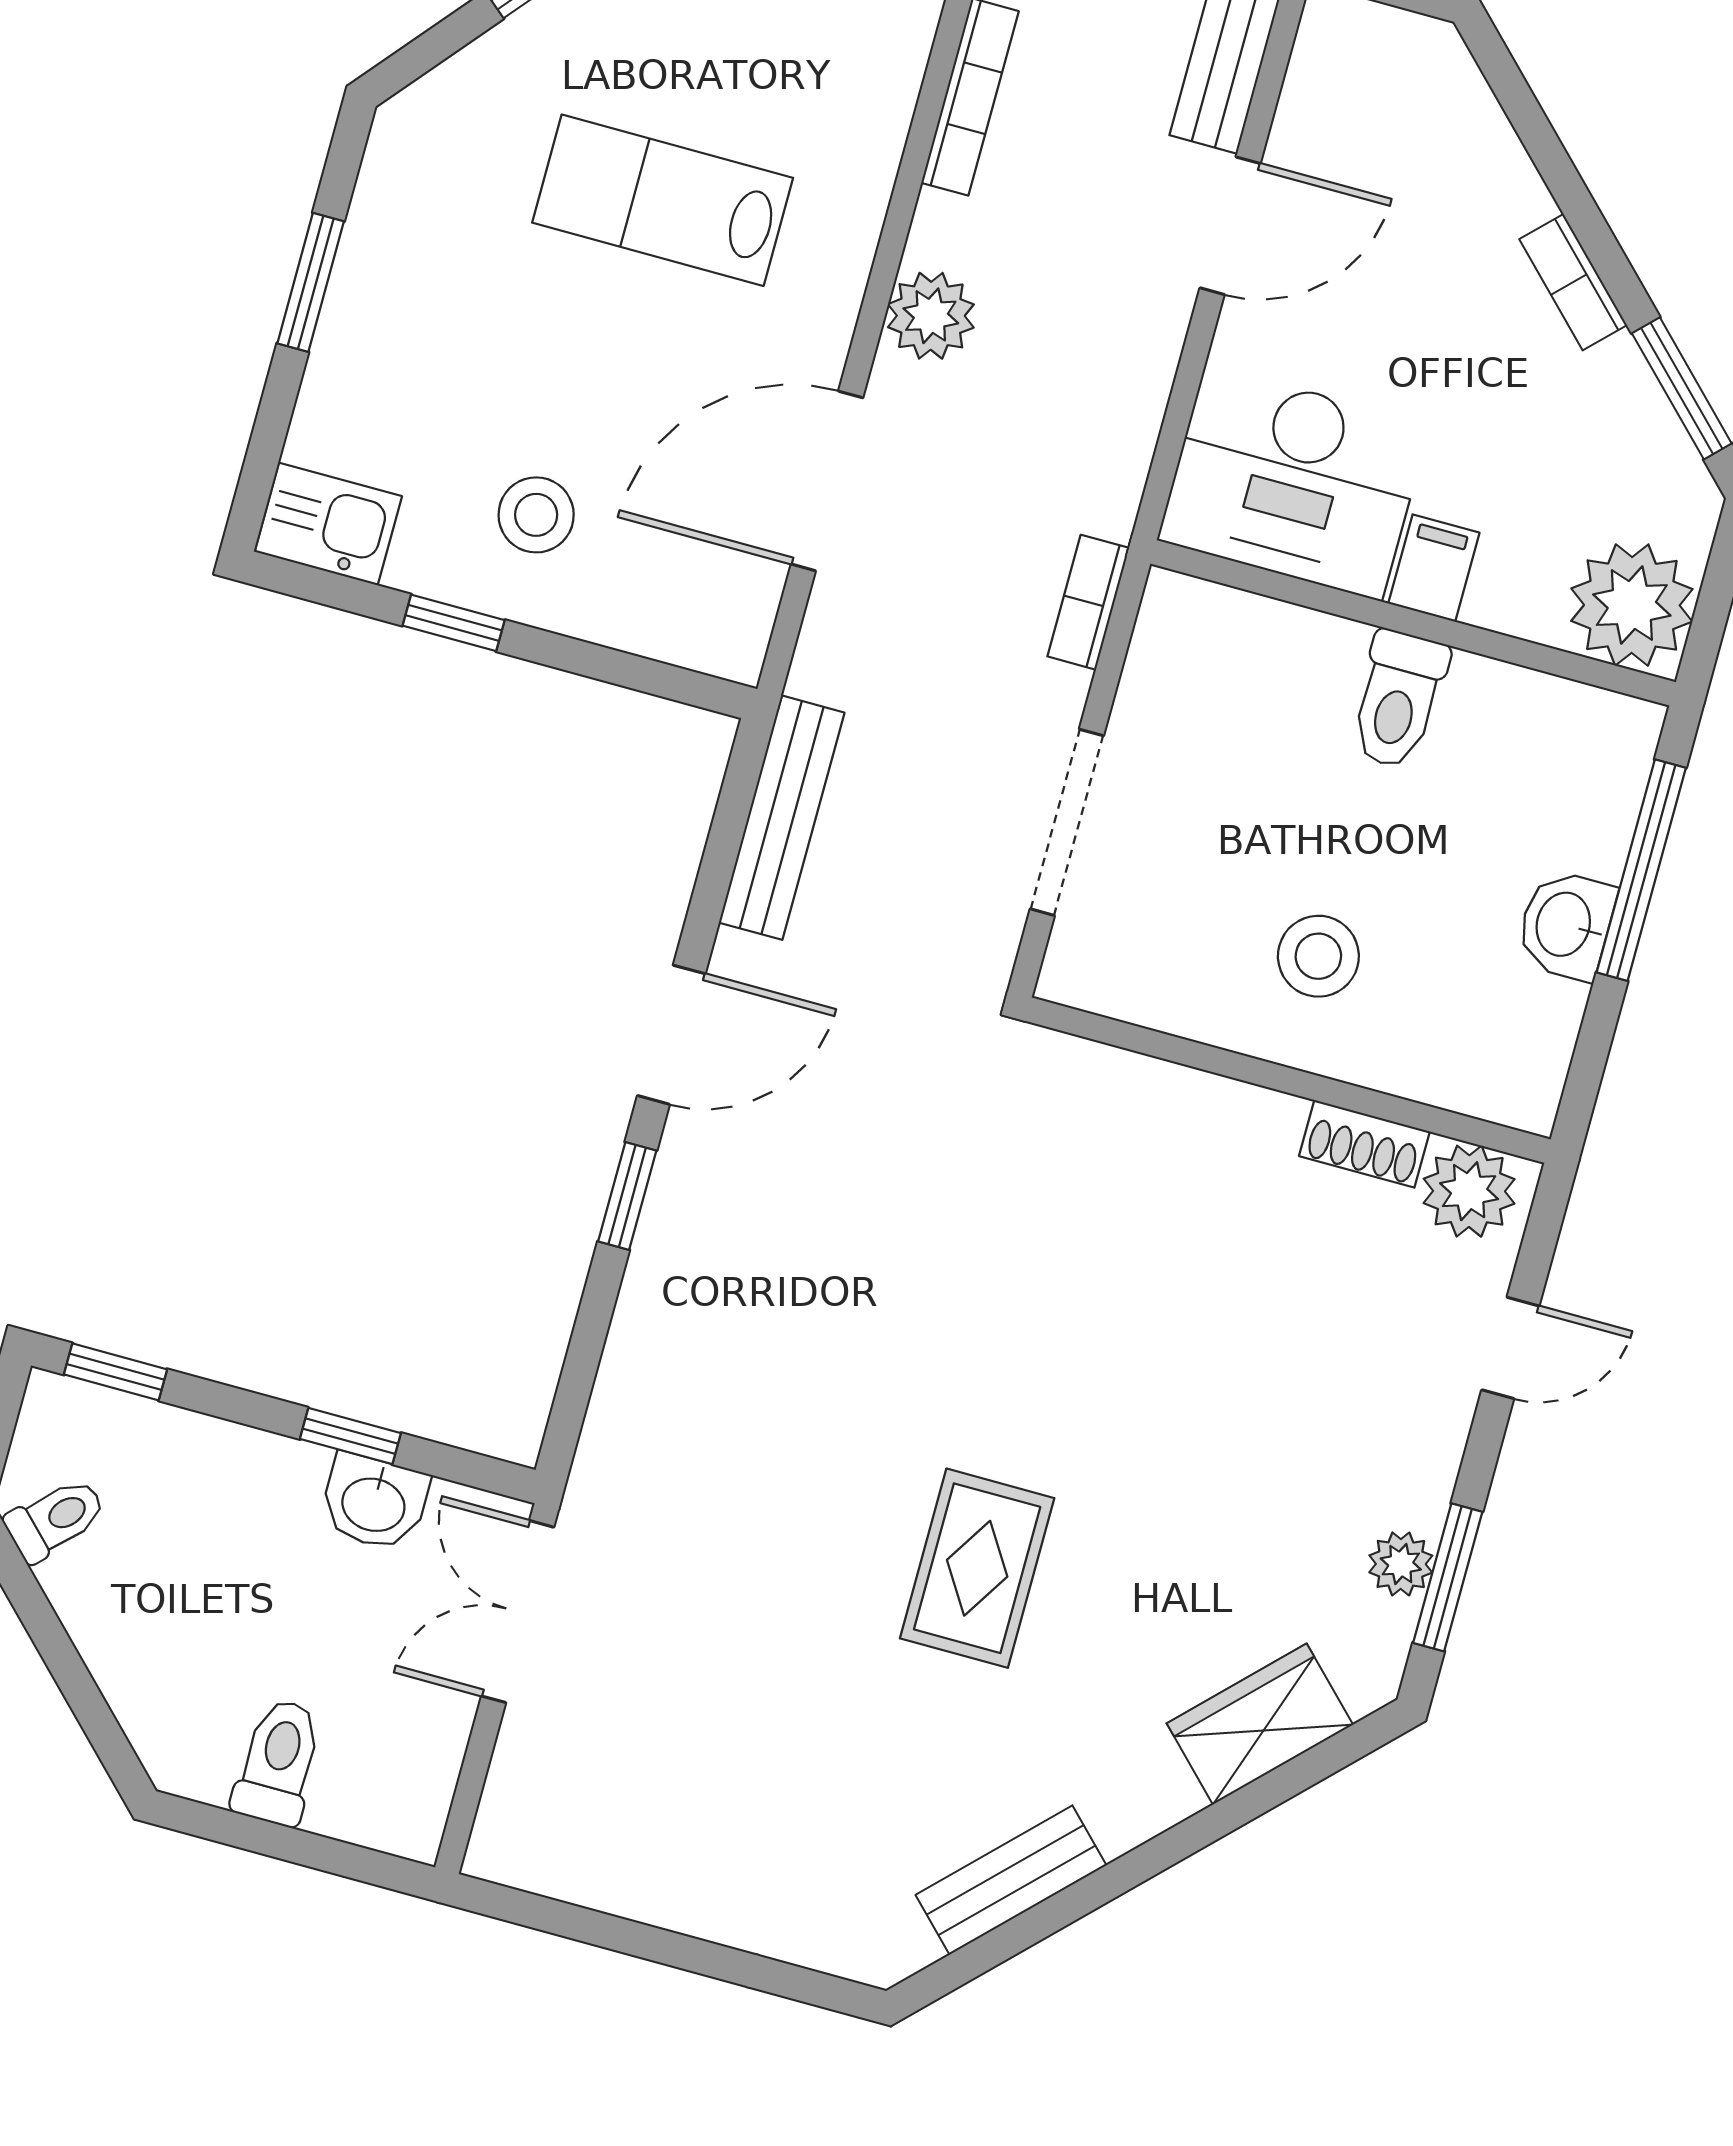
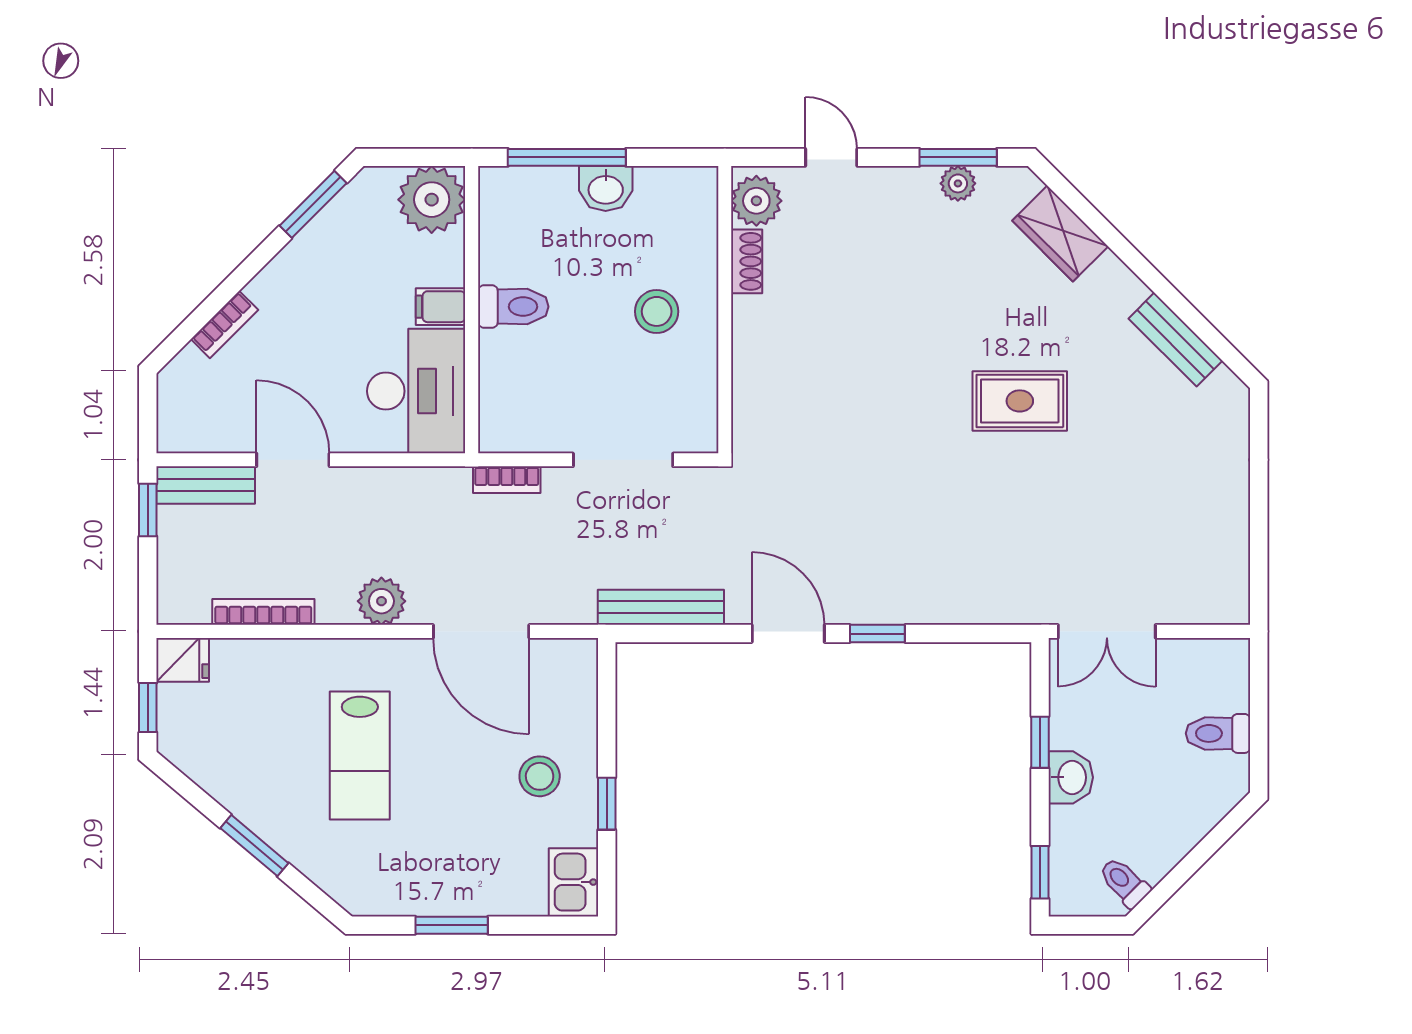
bookcase: (1573, 282) -> (224, 324), moved
washbasin: (374, 1502) -> (1071, 777), moved

